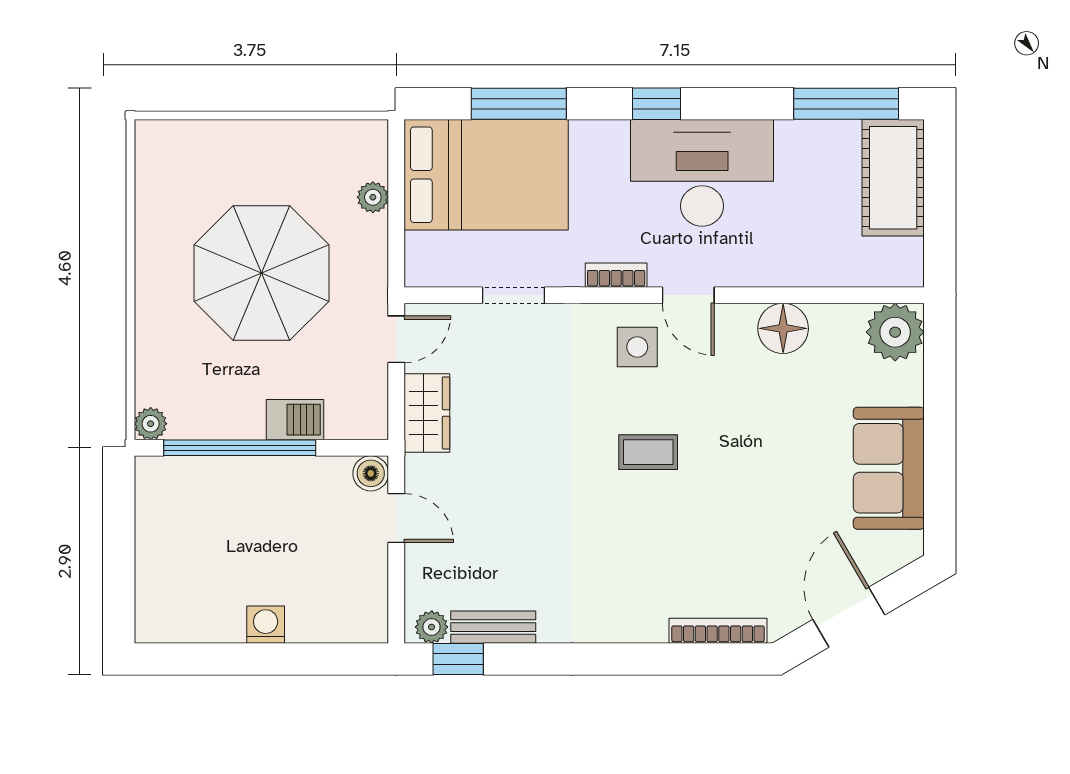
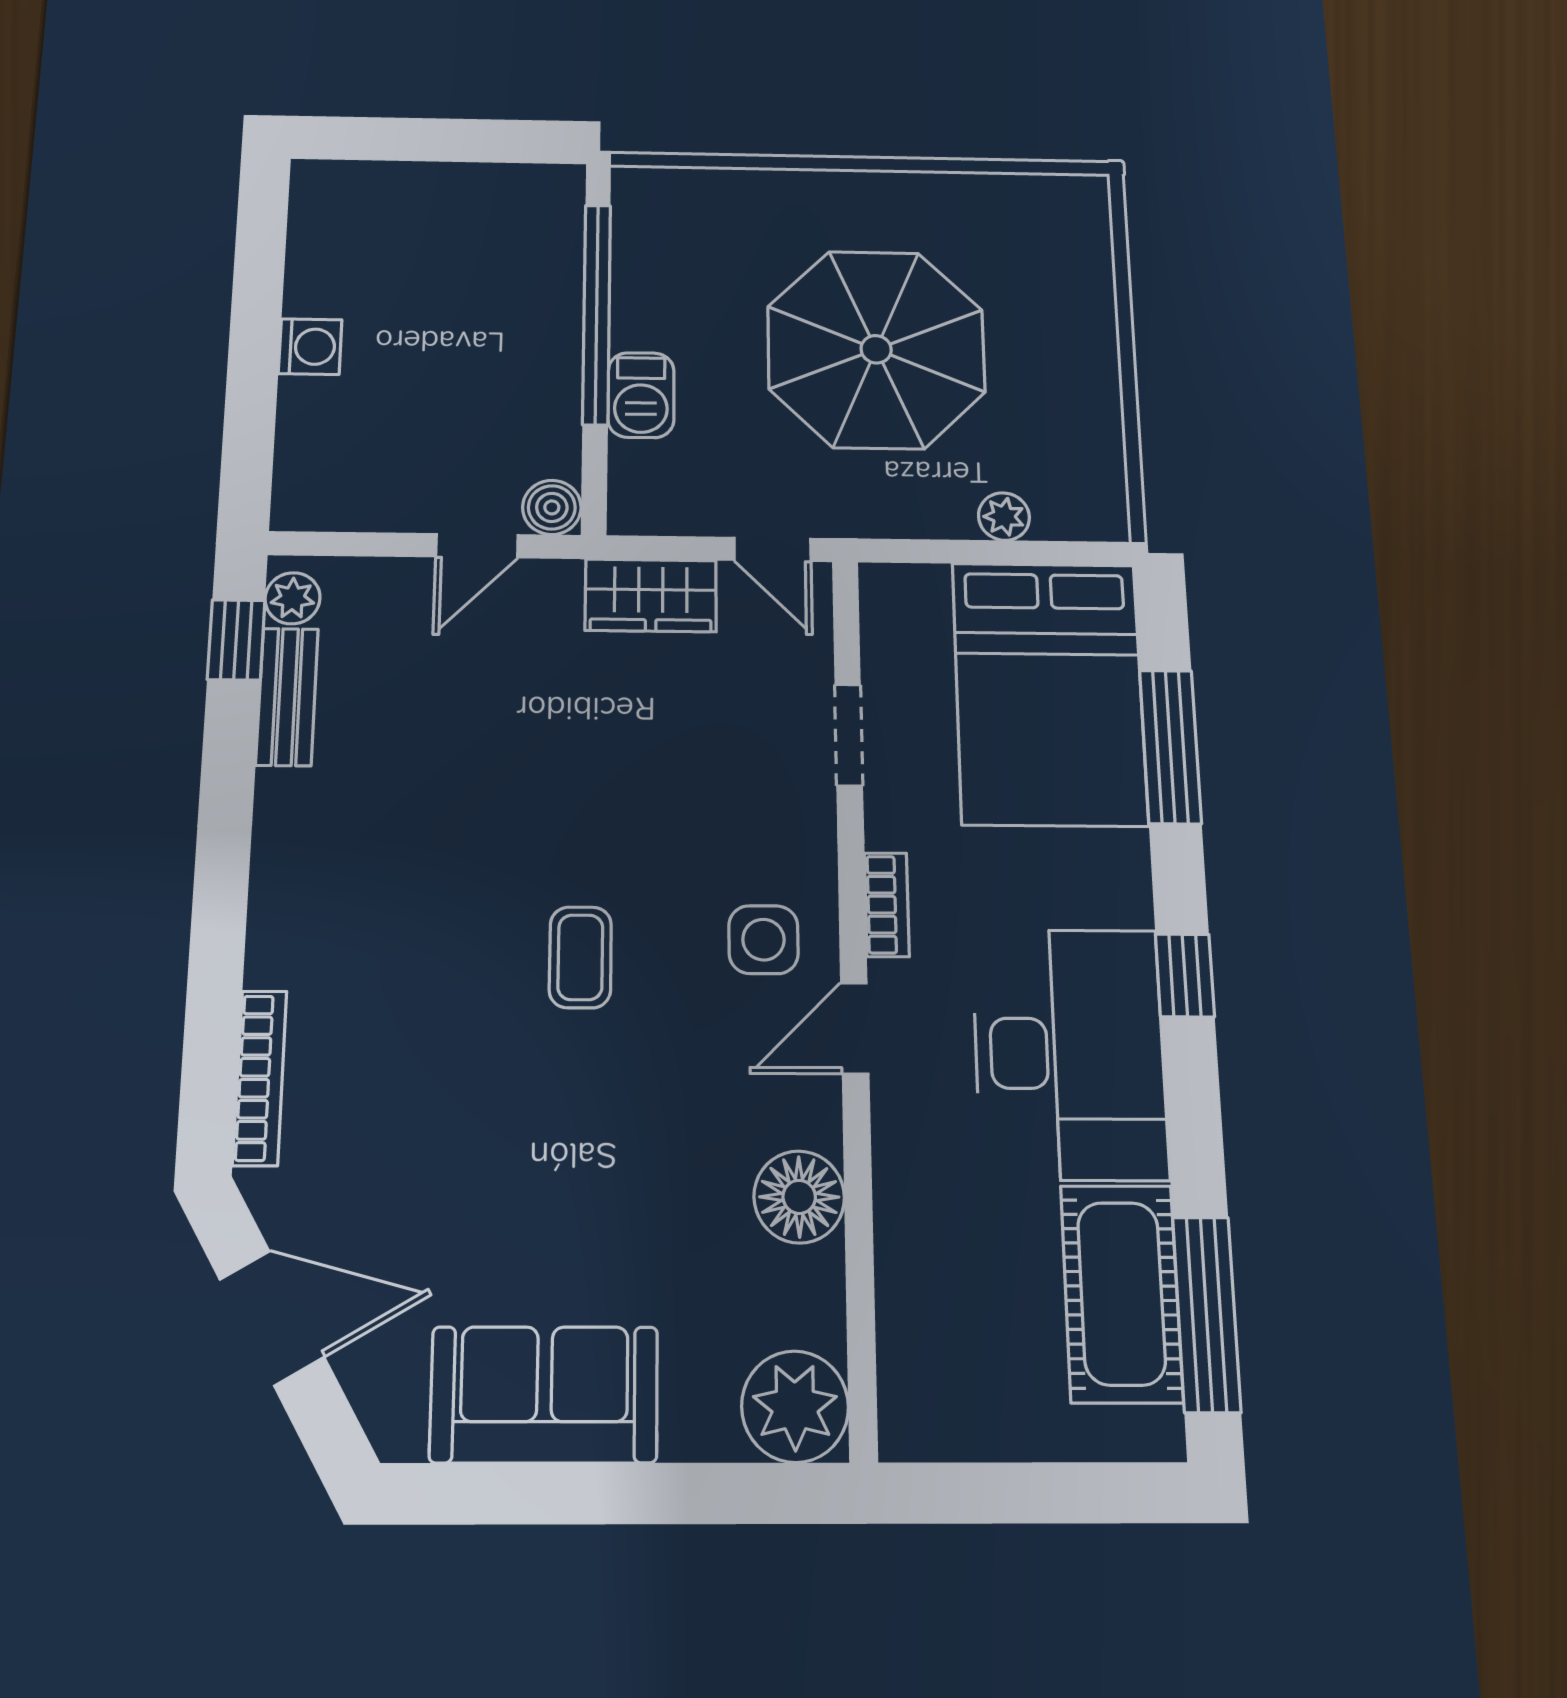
cot: (893, 178) -> (1121, 1293), moved, turned 90
plant: (151, 424) -> (636, 188), removed

